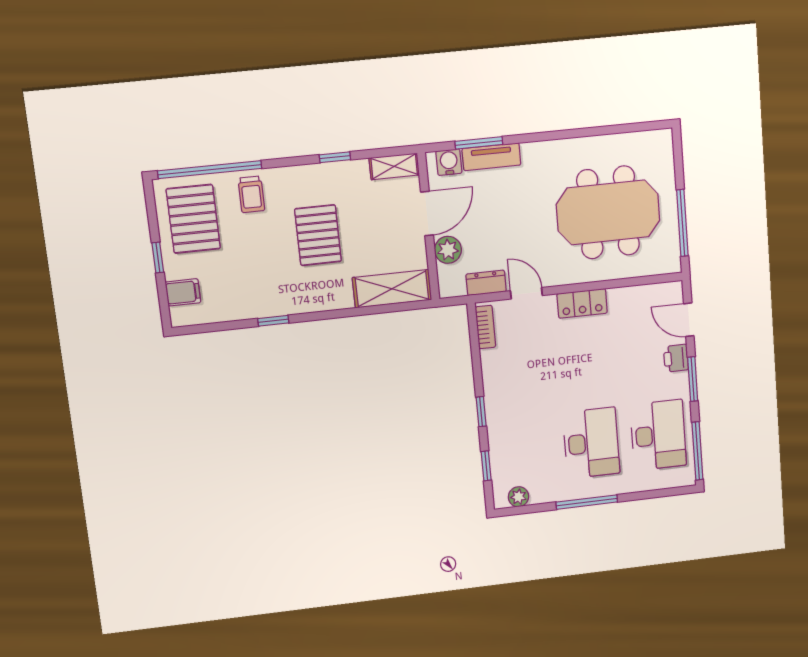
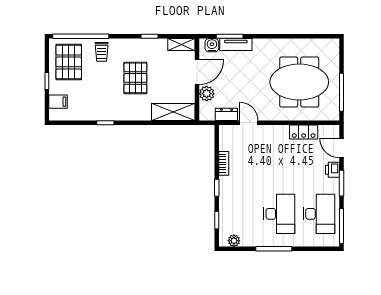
locker: (582, 303) -> (304, 132), moved
bookcase: (485, 327) -> (224, 163), moved

